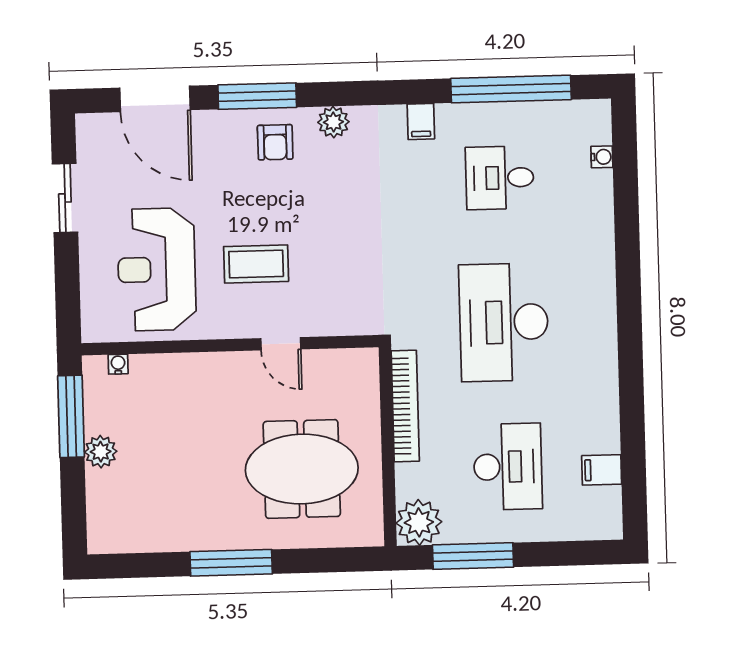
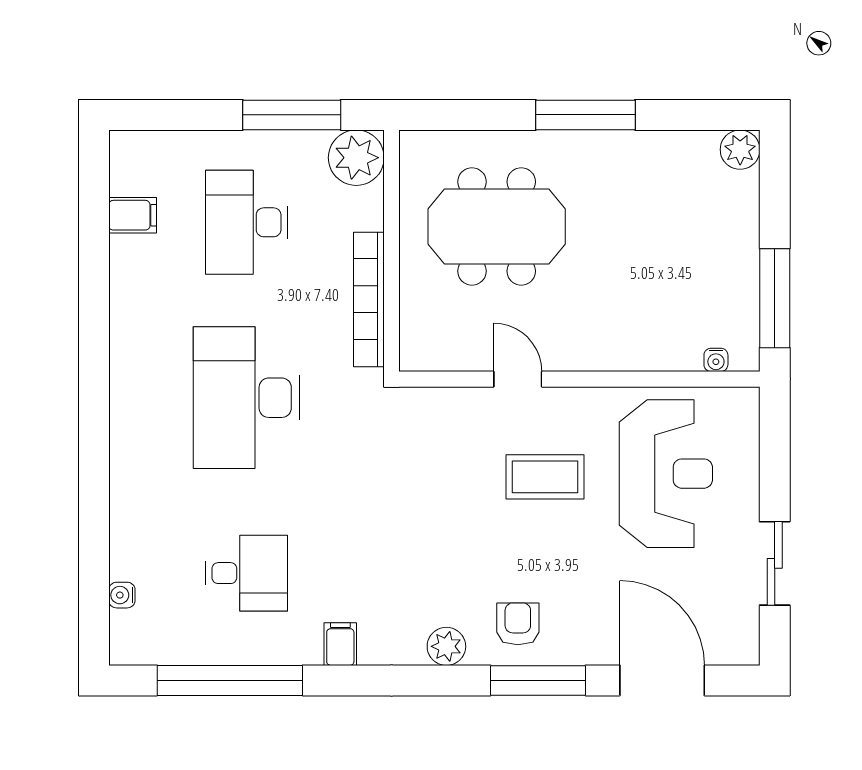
desk: (504, 322) -> (246, 398), turned 180
plant: (101, 452) -> (740, 150), moved

